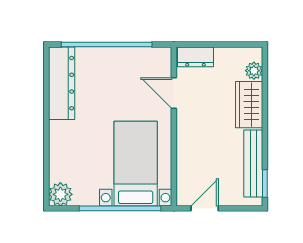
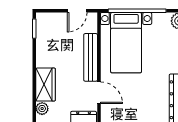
bench: (253, 163) -> (91, 57), moved

